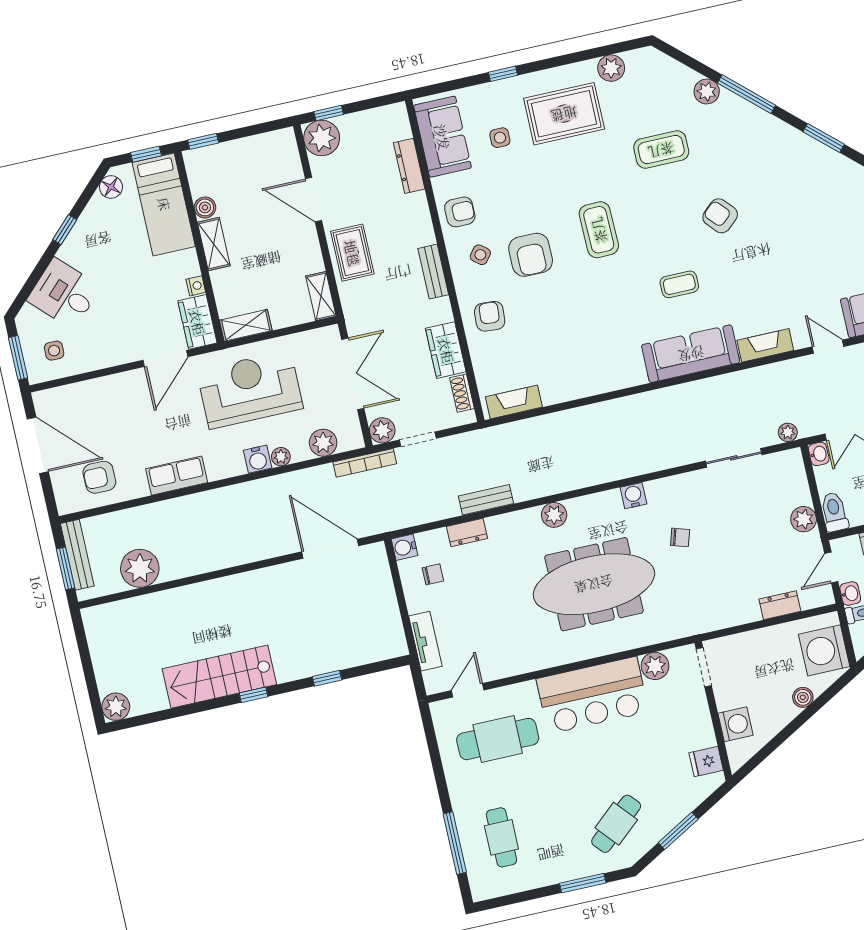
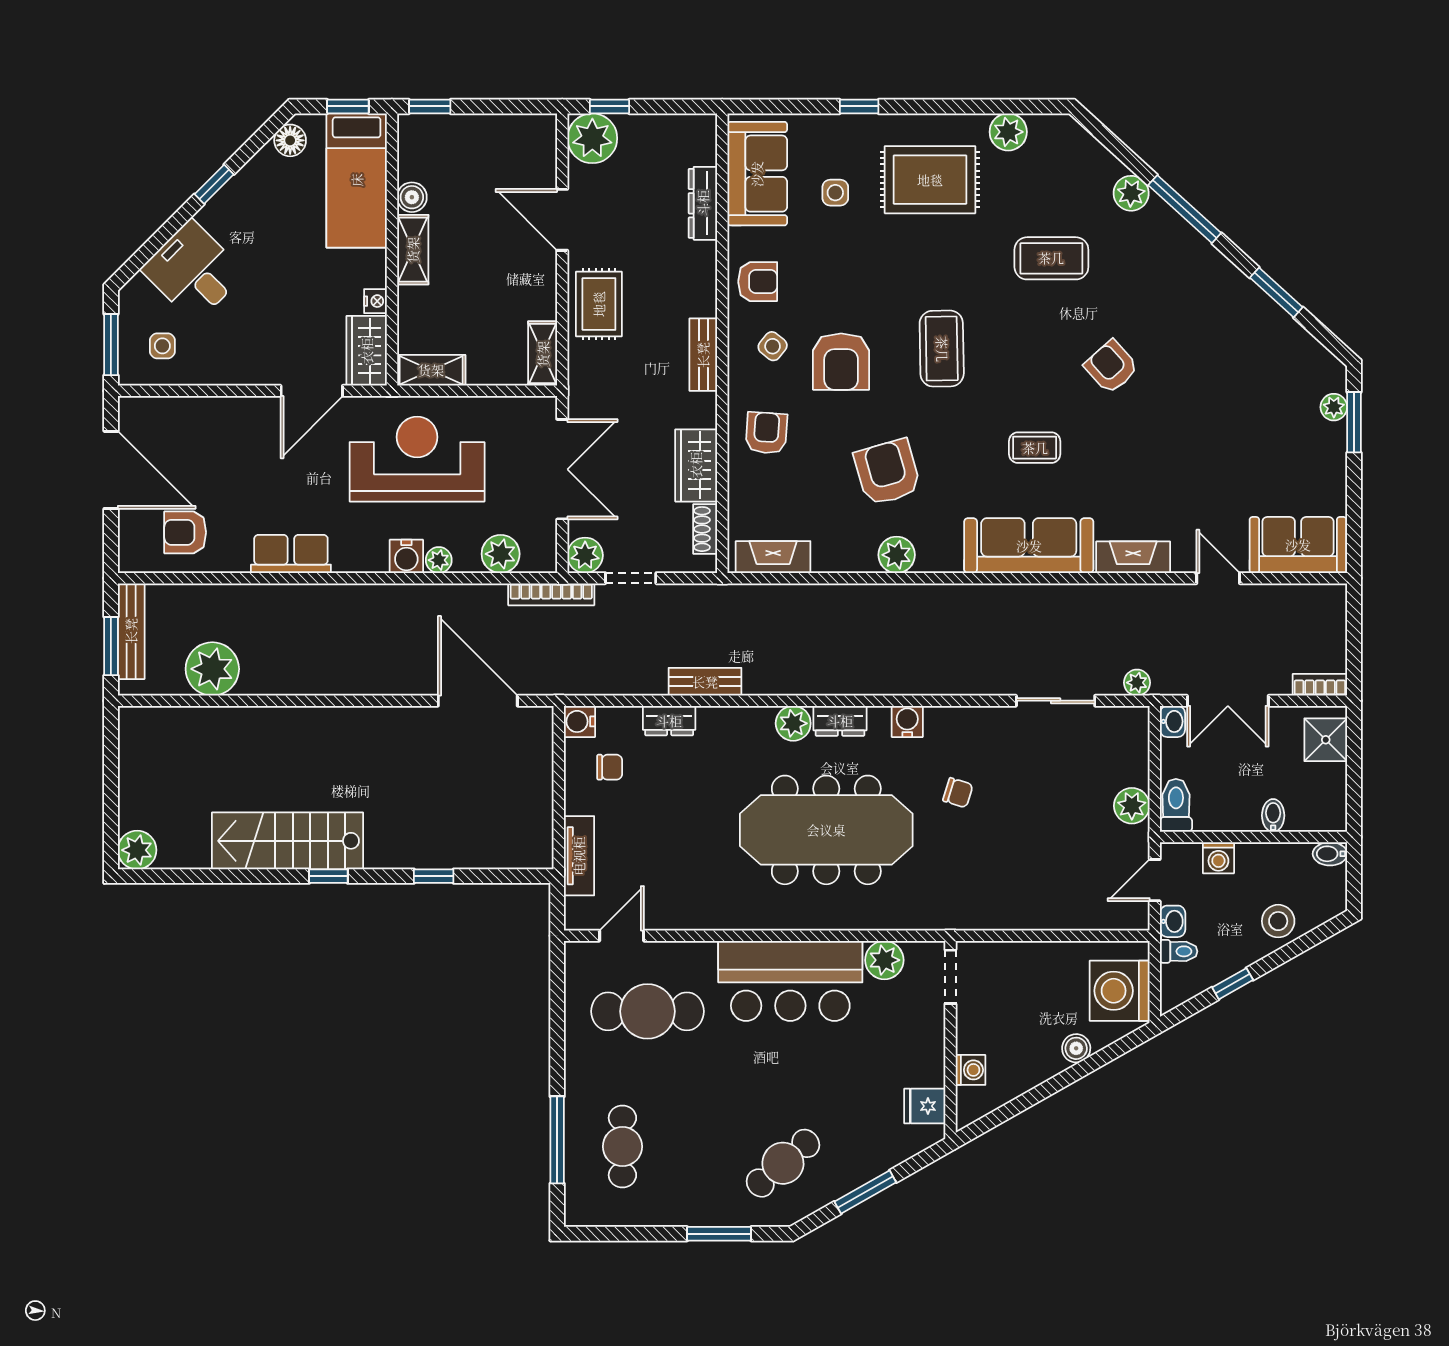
armchair: (580, 325) -> (887, 472), added
plant: (600, 381) -> (897, 555), added
dresser: (780, 605) -> (840, 721), moved, turned 180
washing machine: (735, 724) -> (970, 1070), width x0.73, depth x0.73

